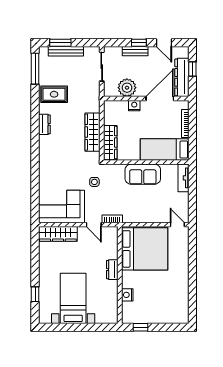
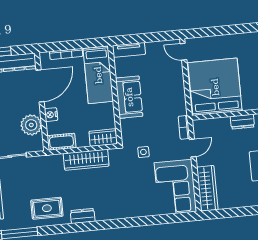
rug: (54, 94) -> (47, 208), turned 90
door: (160, 99) -> (40, 86), swing flipped
cot: (110, 112) -> (61, 142), added
wardrobe: (110, 143) -> (103, 138), width x0.67
door: (177, 225) -> (183, 52), hinge flipped

